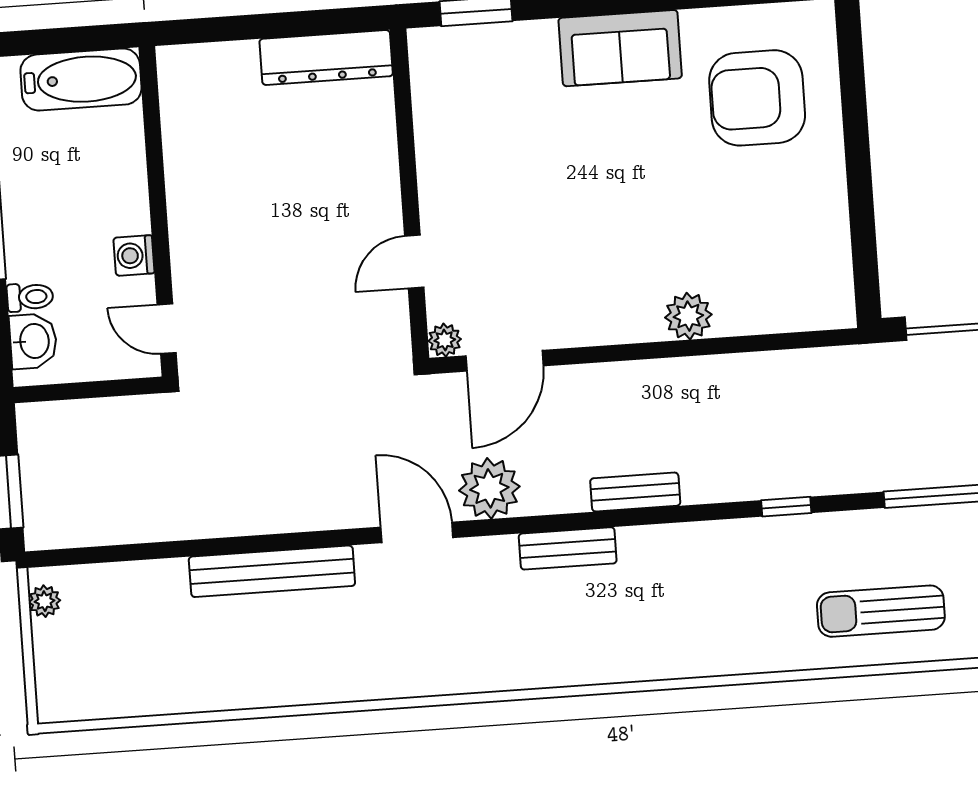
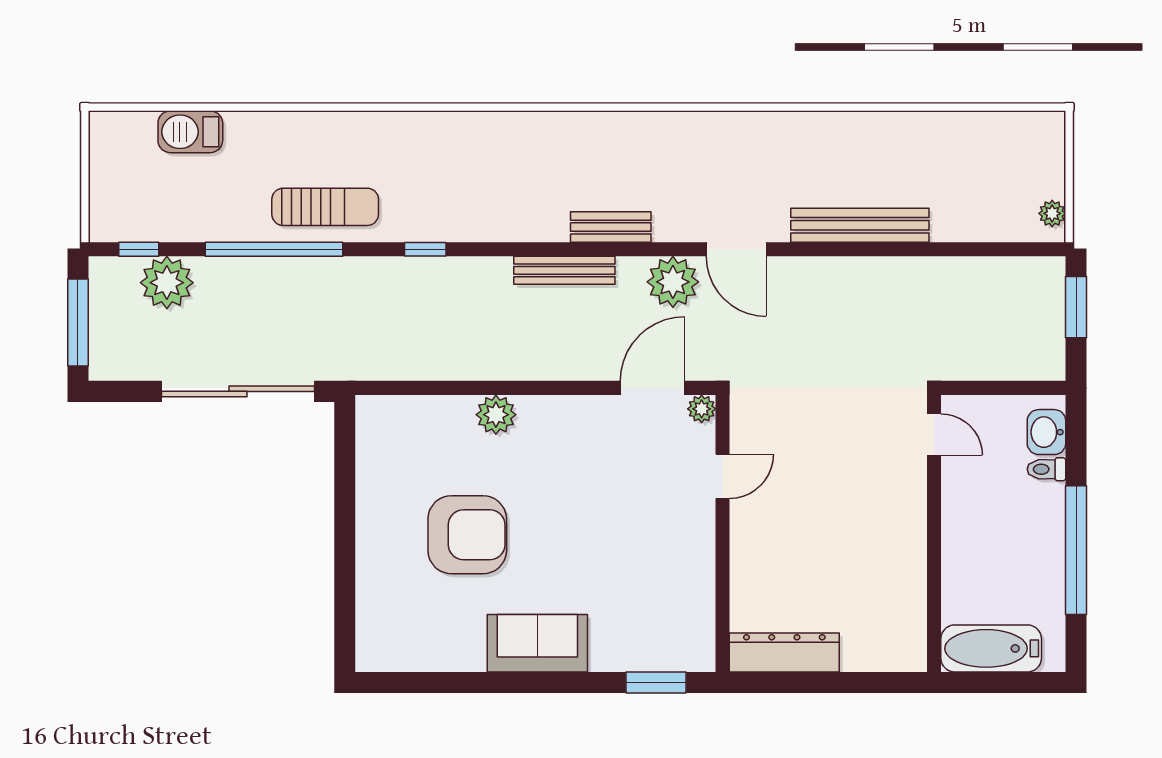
armchair: (757, 98) -> (467, 535), moved
washing machine: (134, 255) -> (957, 498), removed
bench: (635, 492) -> (564, 270), width x1.36
sun lounger: (881, 611) -> (325, 207), moved

